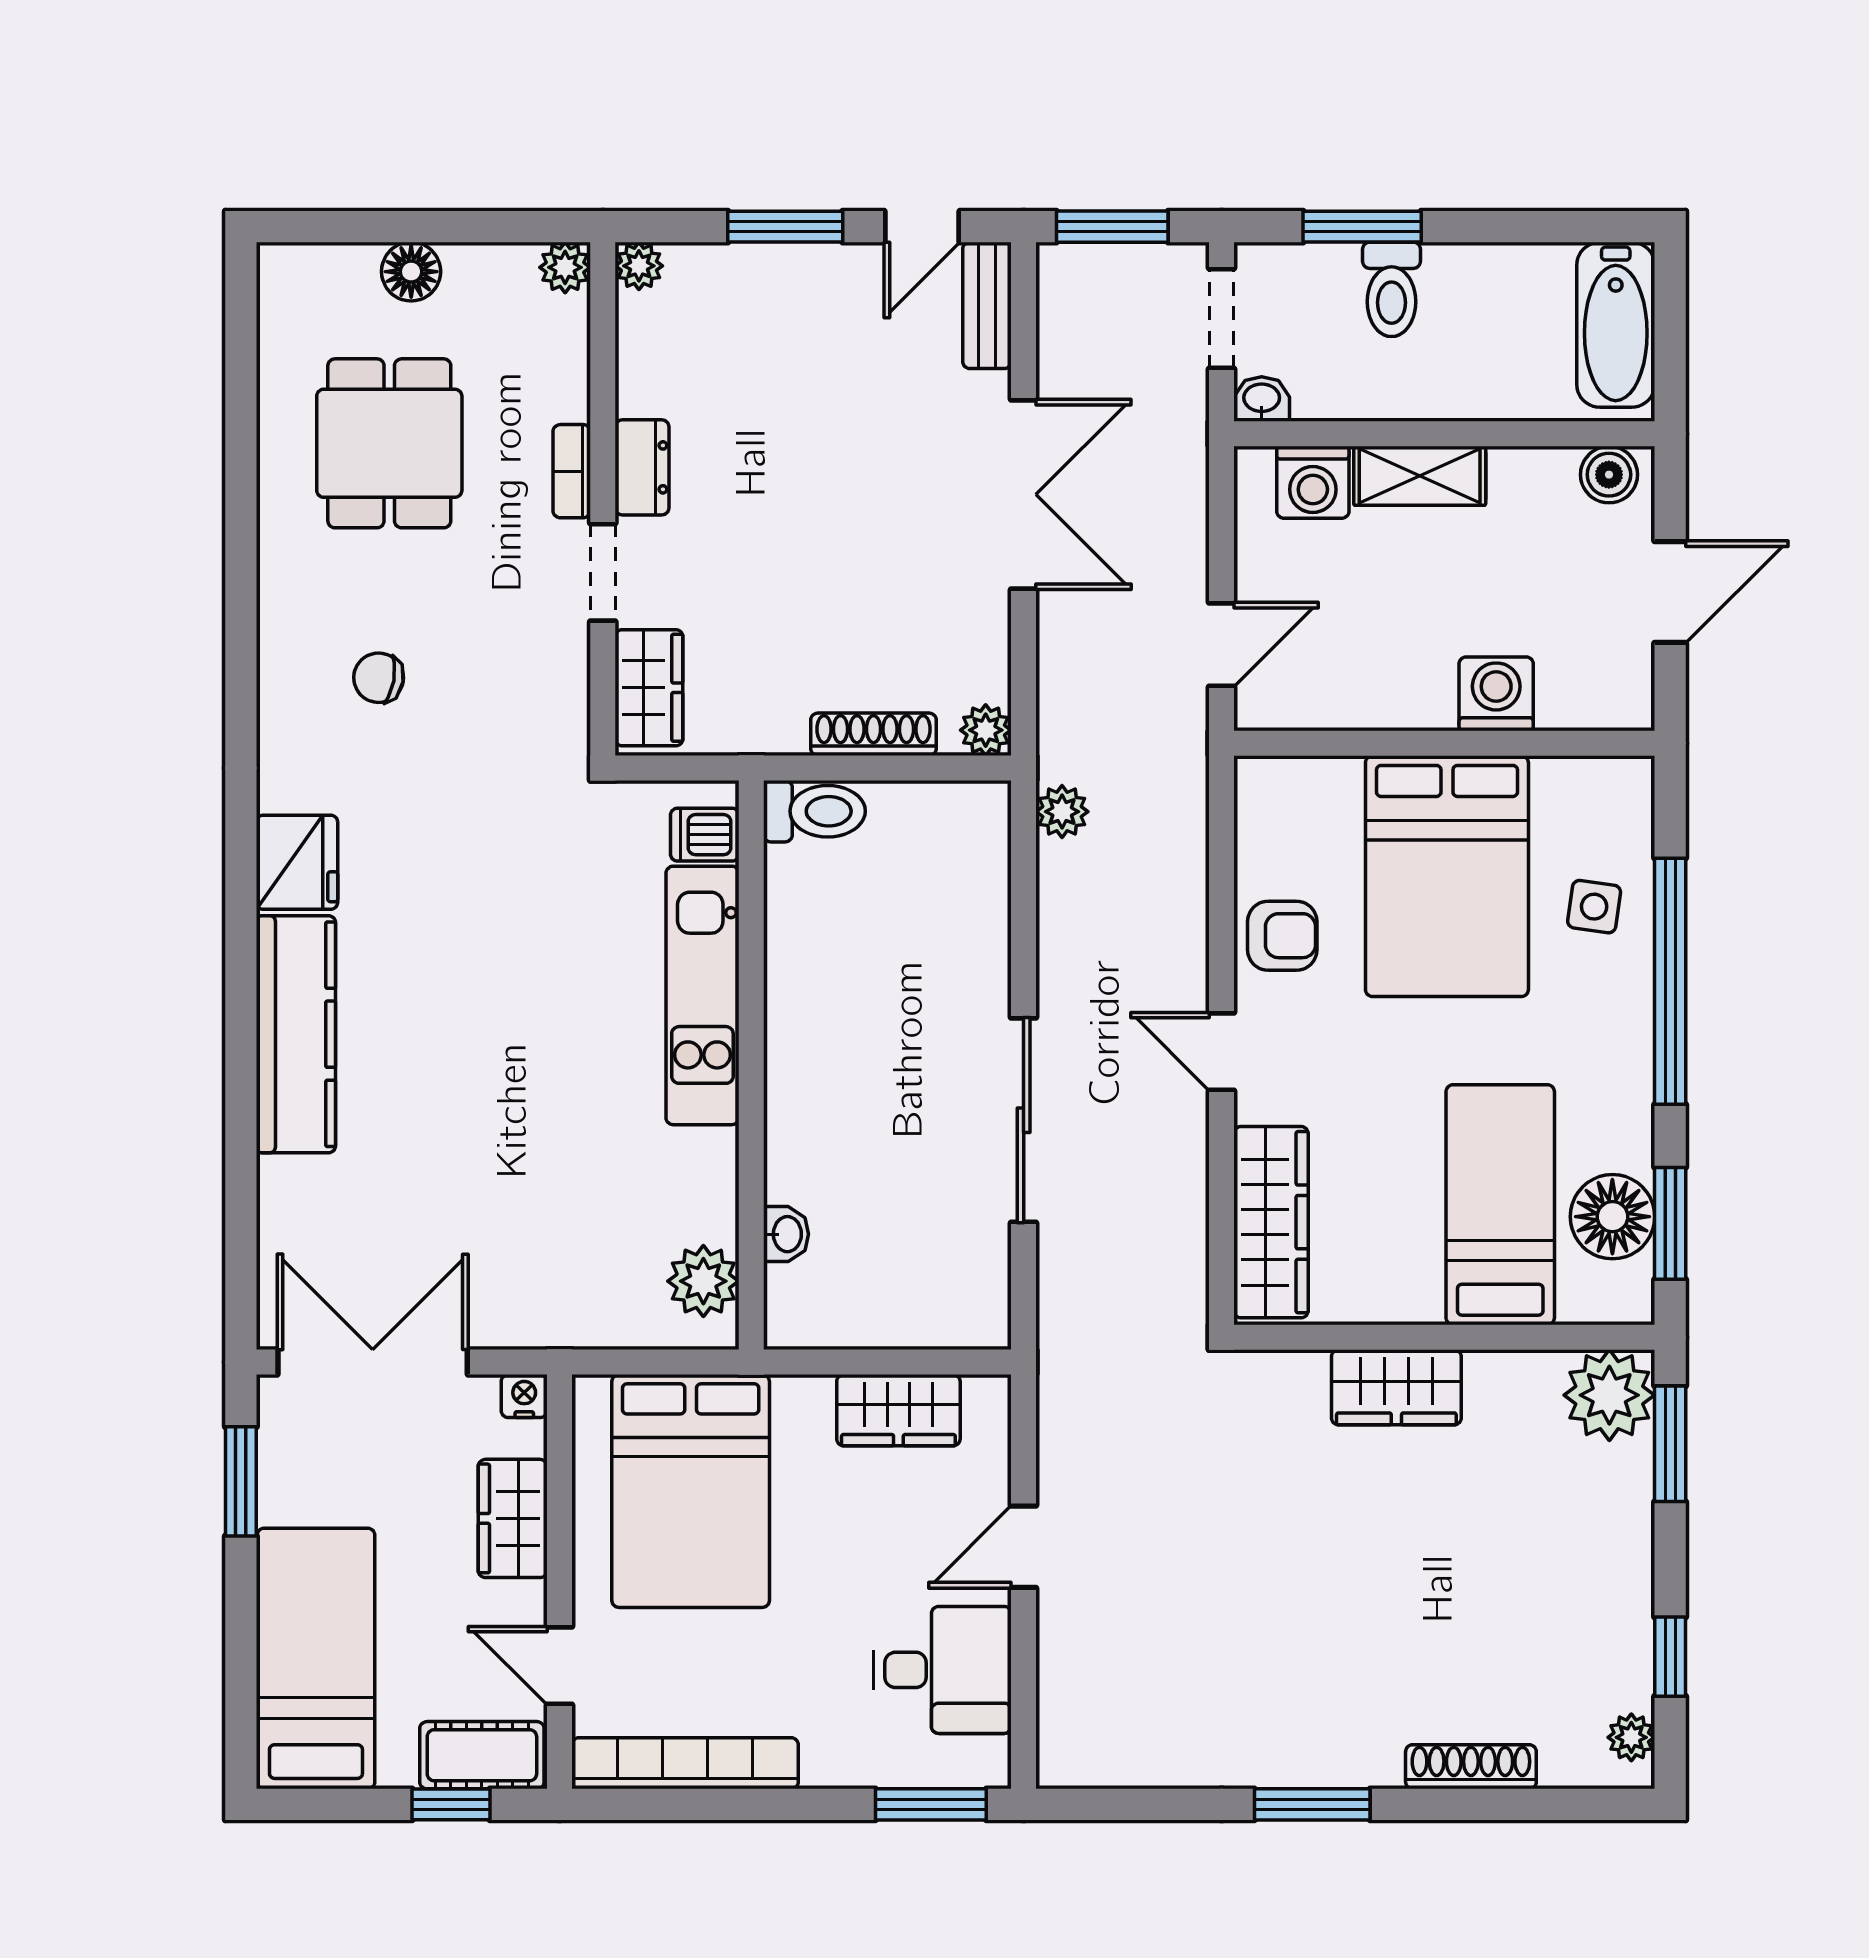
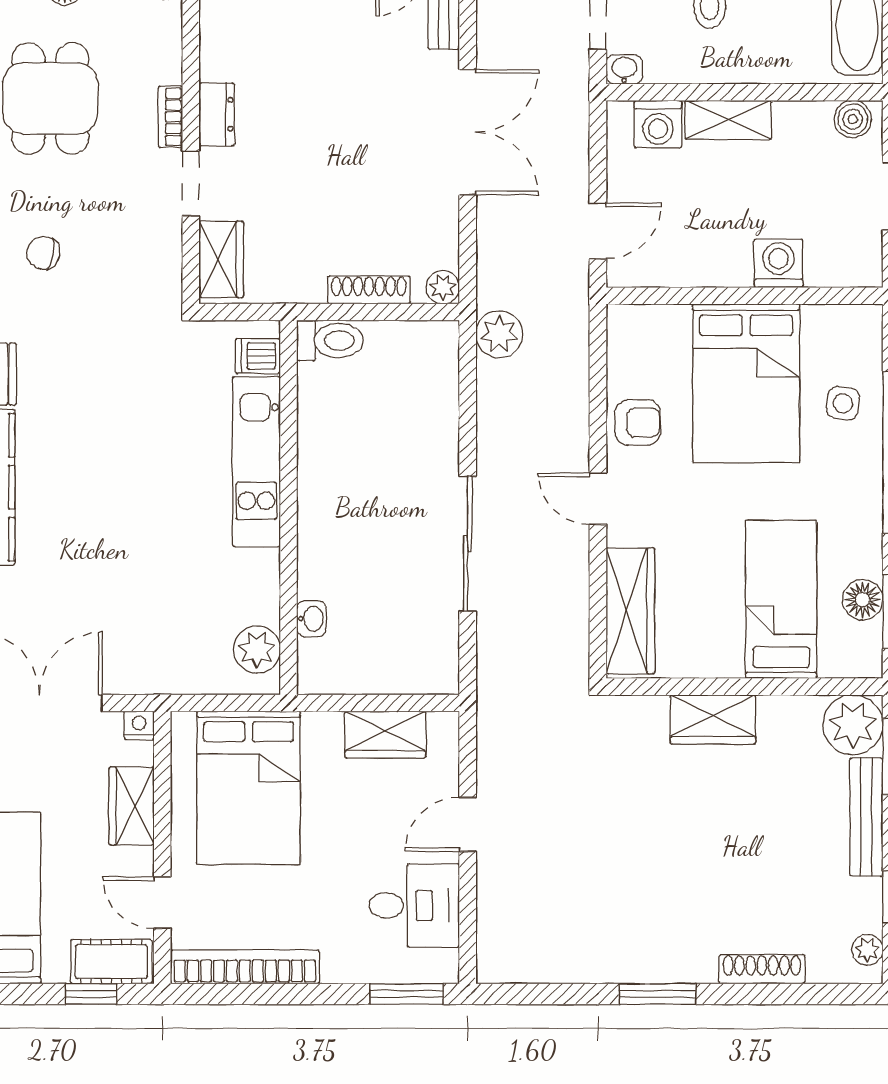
plant: (1062, 812) -> (499, 334), width x1.38, depth x1.38
floor lamp: (1612, 1217) -> (863, 600), width x0.73, depth x0.73
bench: (1630, 1535) -> (866, 817), added

